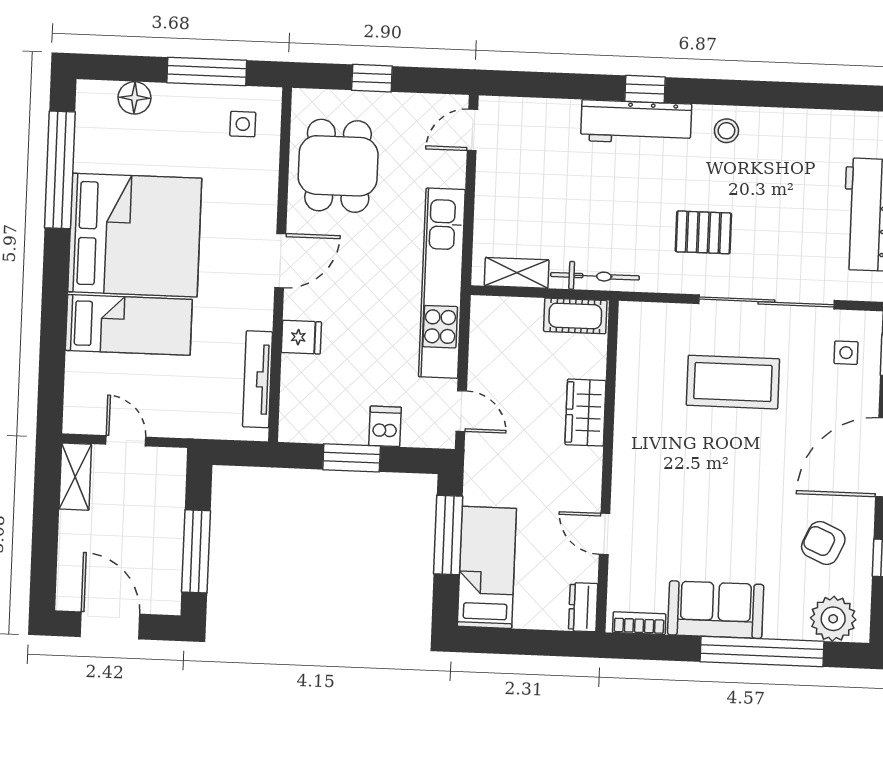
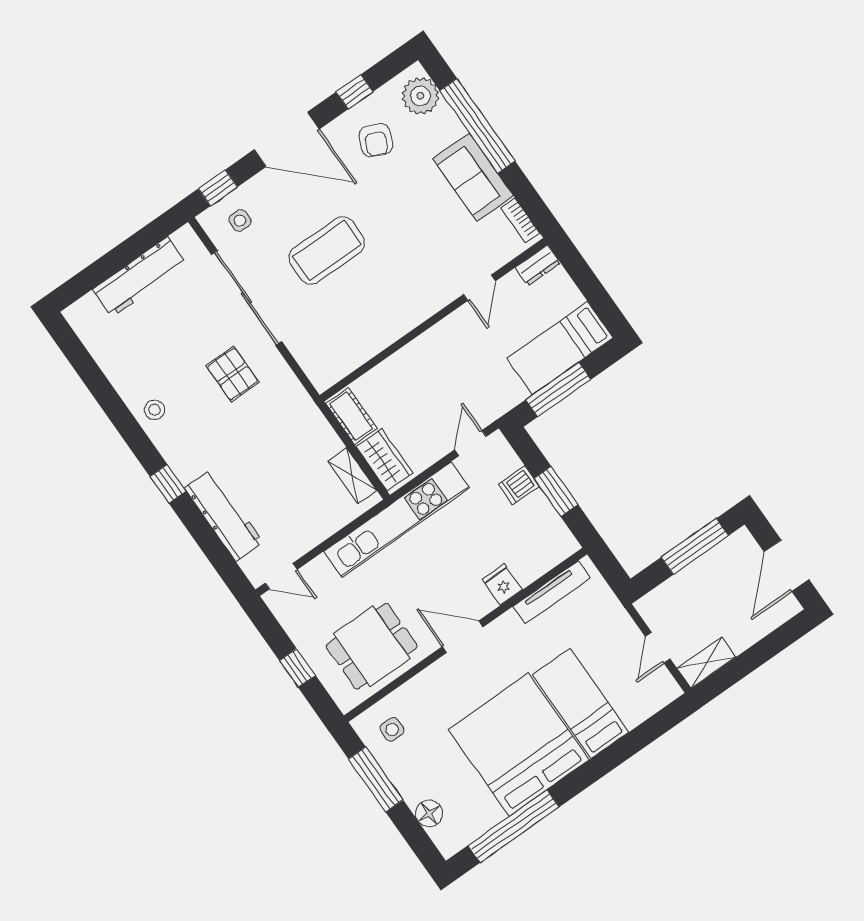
workbench: (636, 122) -> (224, 515), moved
bicycle: (595, 276) -> (315, 423), removed
coffee table: (733, 382) -> (327, 250), moved, turned 90
wardrobe: (585, 413) -> (384, 460), moved, turned -90

